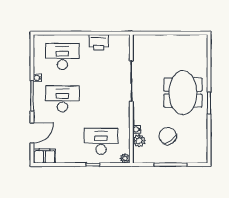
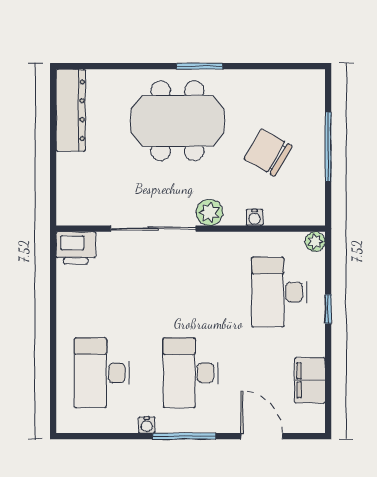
printer: (99, 42) -> (76, 248), moved, turned 90
dresser: (188, 42) -> (71, 110), added
chair: (168, 136) -> (268, 153), turned 66
plant: (139, 141) -> (209, 212), moved
filing cabinet: (44, 156) -> (310, 380), moved

